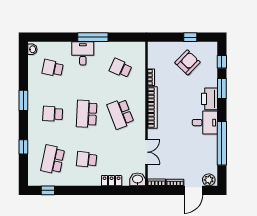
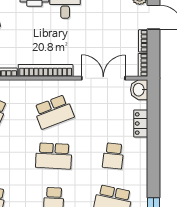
double door: (146, 152) -> (103, 78), width x1.37

